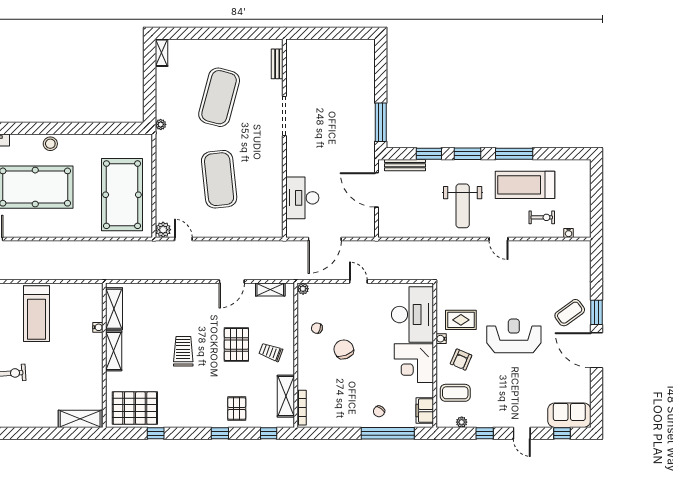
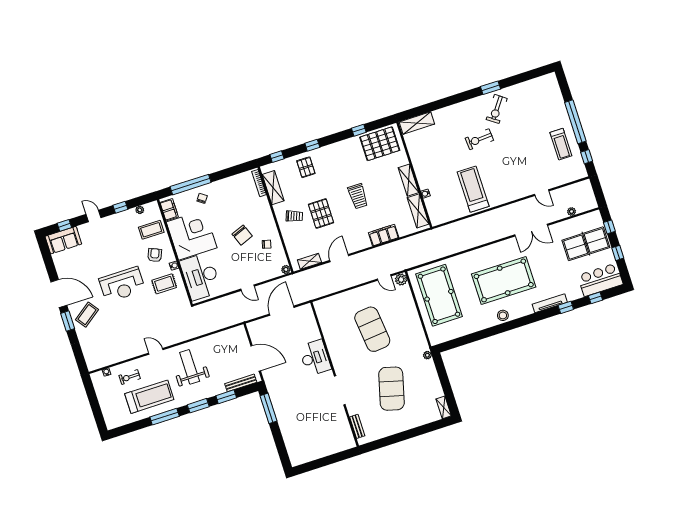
desk: (302, 198) -> (315, 358), moved
filing cabinet: (167, 292) -> (384, 235), added
corner desk: (414, 363) -> (192, 235), width x1.36, depth x1.36

